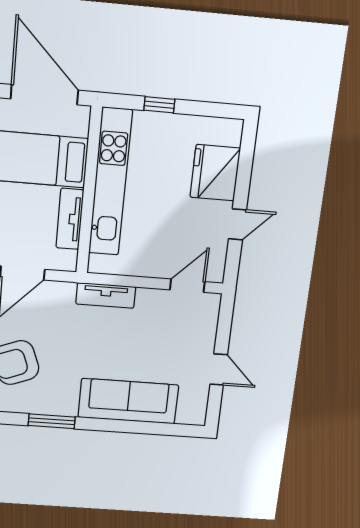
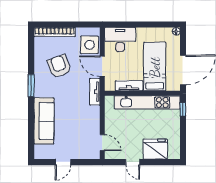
window: (159, 105) -> (183, 109), moved
tv unit: (106, 295) -> (95, 92), moved

